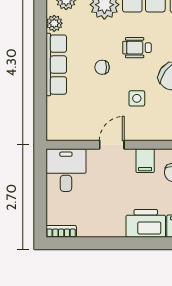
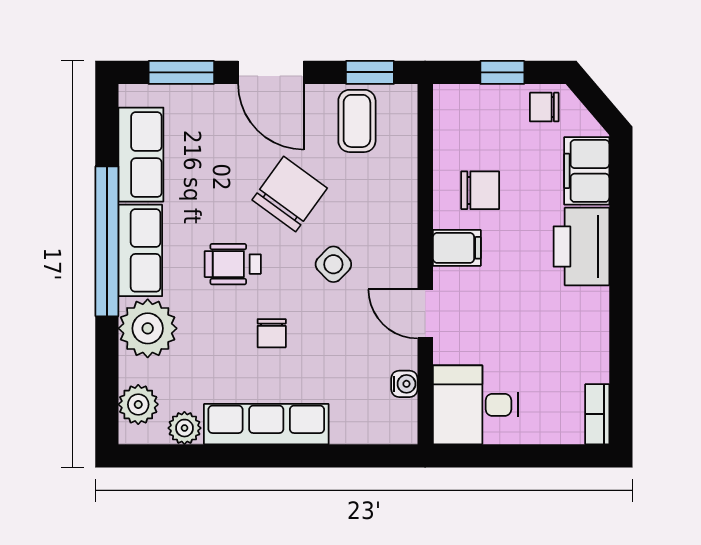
wheelchair: (137, 48) -> (233, 264), turned 90
side table: (137, 98) -> (333, 264), turned 45
water cooler: (77, 134) -> (404, 384), added

